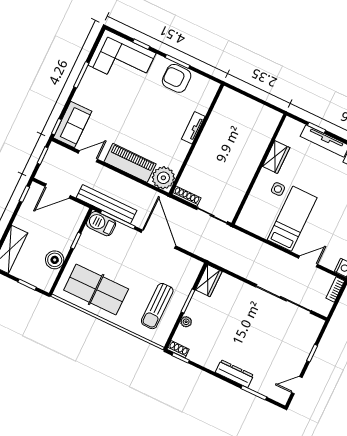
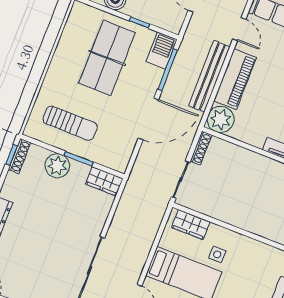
wardrobe: (276, 157) -> (191, 225), moved
bench: (107, 204) -> (209, 76), moved
table tennis table: (96, 290) -> (107, 58), moved
sun lounger: (157, 306) -> (70, 123), turned 180
plant: (186, 322) -> (57, 166), width x1.88, depth x1.88
shoe rack: (178, 349) -> (19, 156), width x1.43

